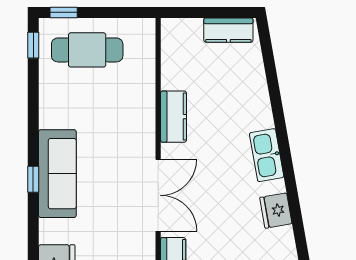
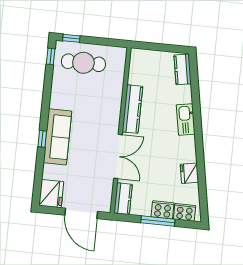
kitchen counter: (228, 30) -> (183, 69), moved, turned 80
kitchen counter: (174, 117) -> (132, 109), width x1.50
kitchen sink: (267, 155) -> (186, 119), moved

